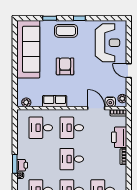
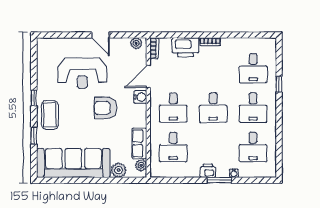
reception desk: (107, 43) -> (82, 73), moved, turned 180
armchair: (65, 66) -> (105, 108), moved
door: (129, 71) -> (100, 35), hinge flipped
plant: (23, 85) -> (119, 170), added
row of seats: (55, 101) -> (139, 143), moved
water cooler: (110, 102) -> (140, 97), moved
printer: (22, 165) -> (208, 171), moved

